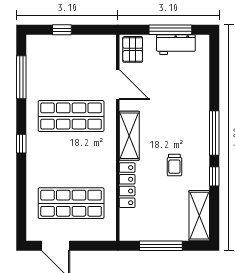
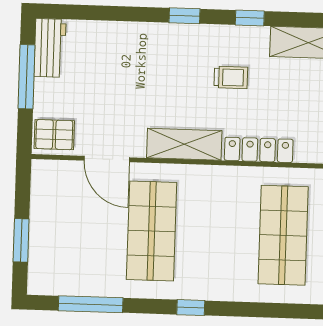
window: (62, 30) -> (21, 240), width x1.50
workbench: (176, 45) -> (50, 48), moved
door: (118, 85) -> (107, 159), swing flipped
window: (214, 133) -> (184, 16), width x0.46

